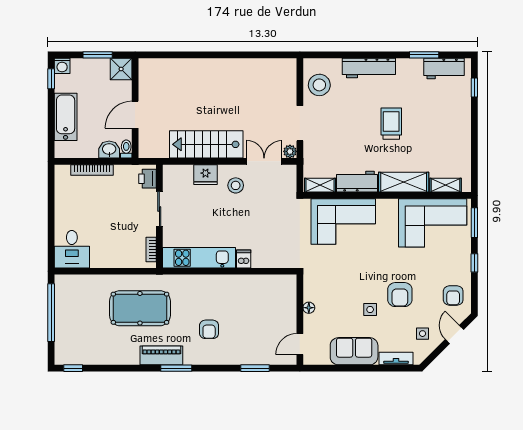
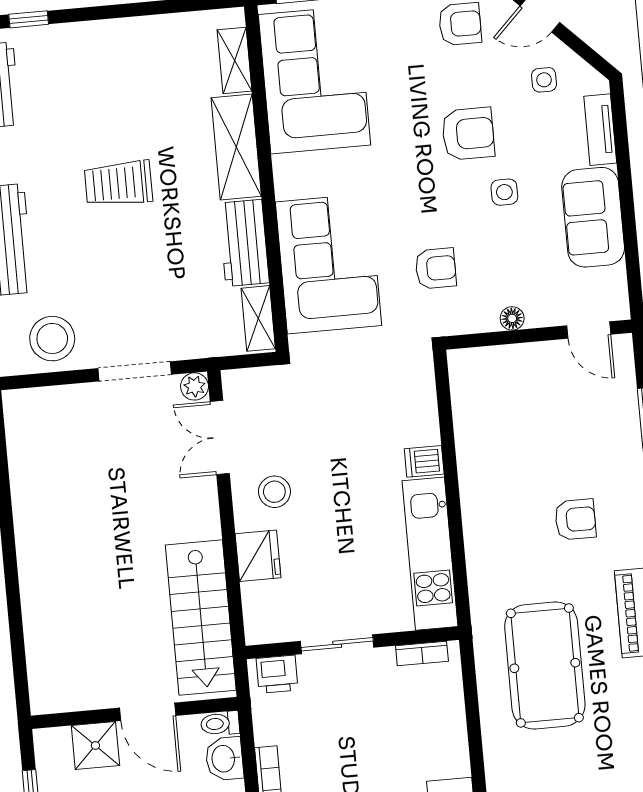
shower: (121, 69) -> (95, 745), moved
stairs: (206, 144) -> (201, 618), moved
armchair: (336, 273) -> (436, 268), added

